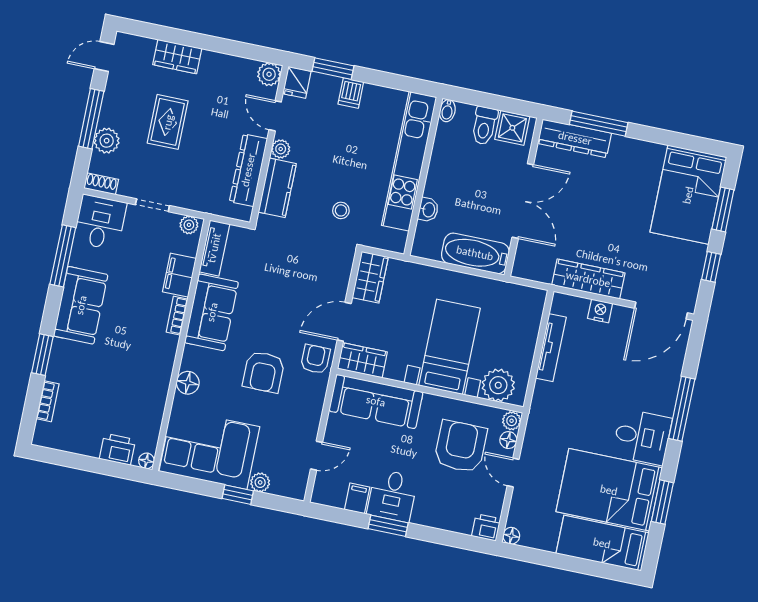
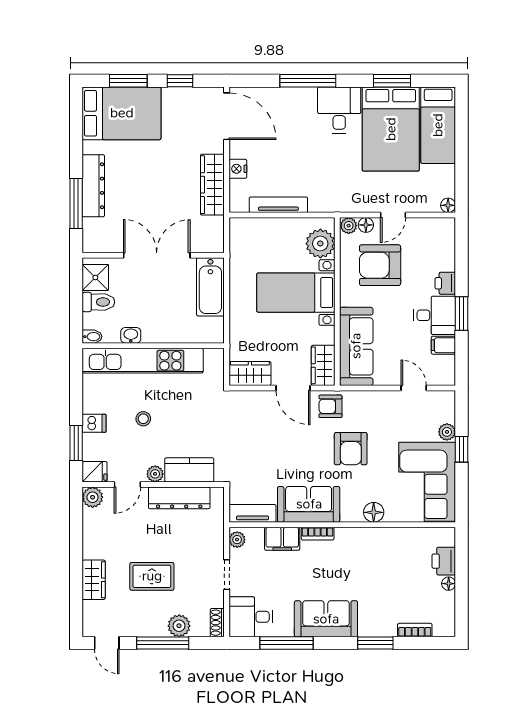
dresser: (575, 138) -> (93, 186), moved
stool: (341, 210) -> (143, 419), moved
washbasin: (428, 210) -> (131, 335), moved
armchair: (264, 372) -> (351, 449), turned 90
floor lamp: (146, 461) -> (449, 584), moved
printer: (486, 527) -> (445, 283), moved

